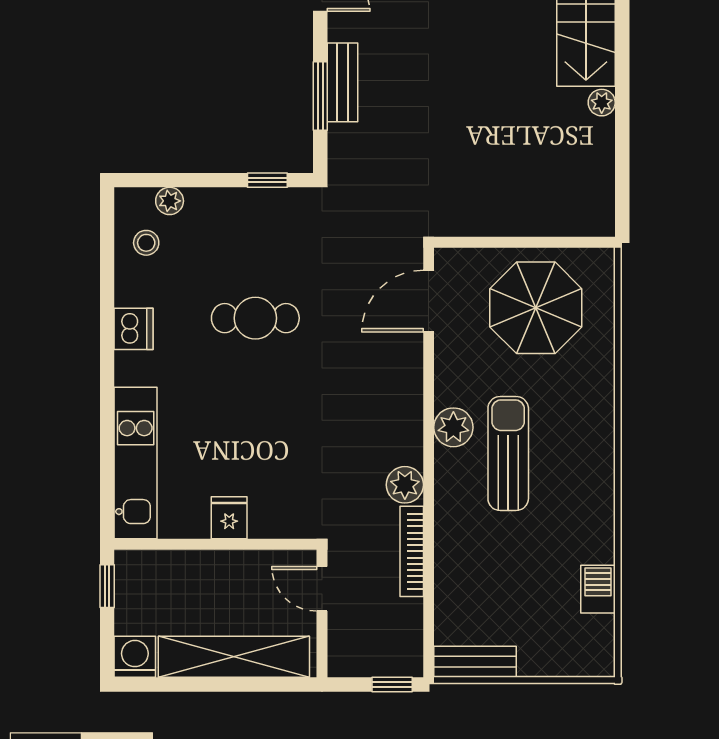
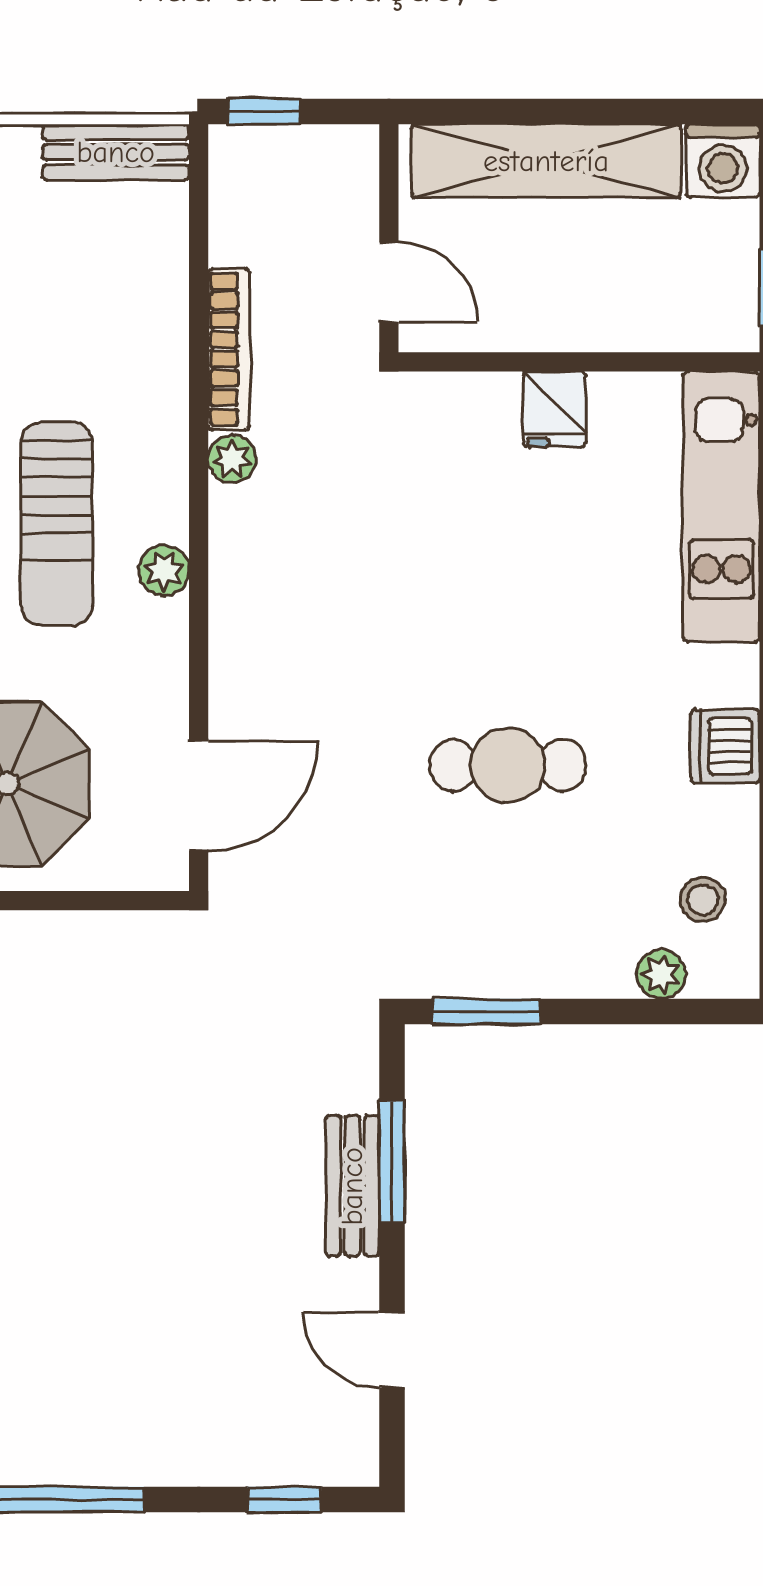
window: (267, 180) -> (486, 1012), width x1.50
plant: (453, 427) -> (164, 571), width x0.73, depth x0.73
plant: (405, 485) -> (232, 459), width x0.73, depth x0.73

